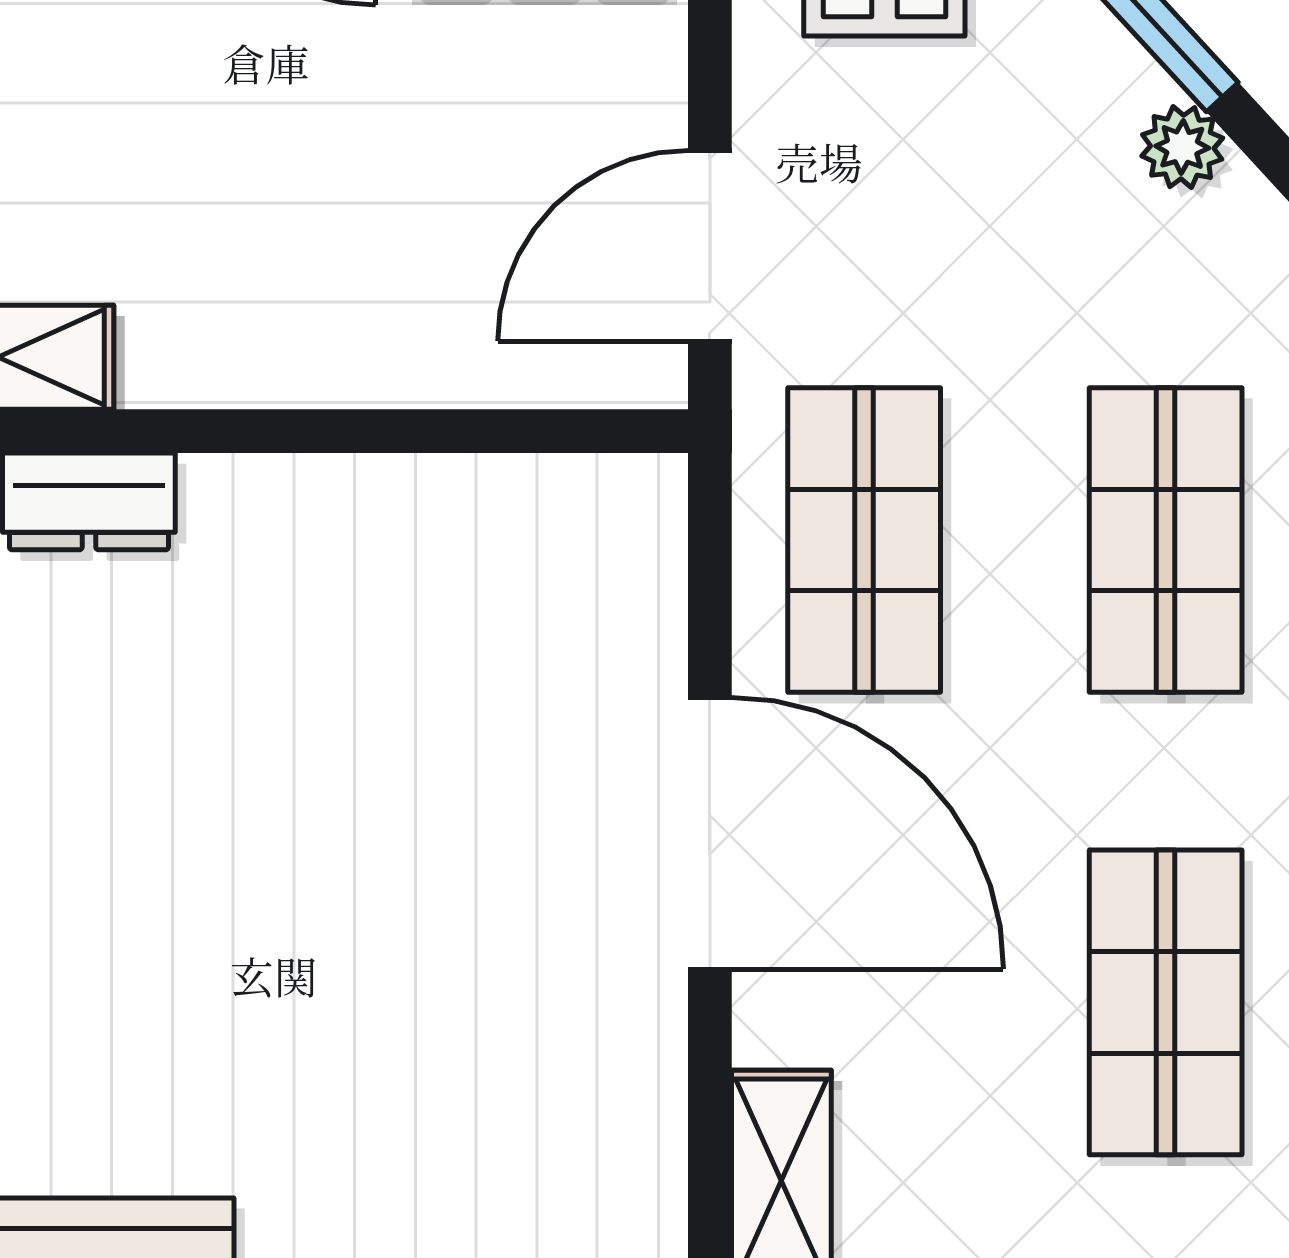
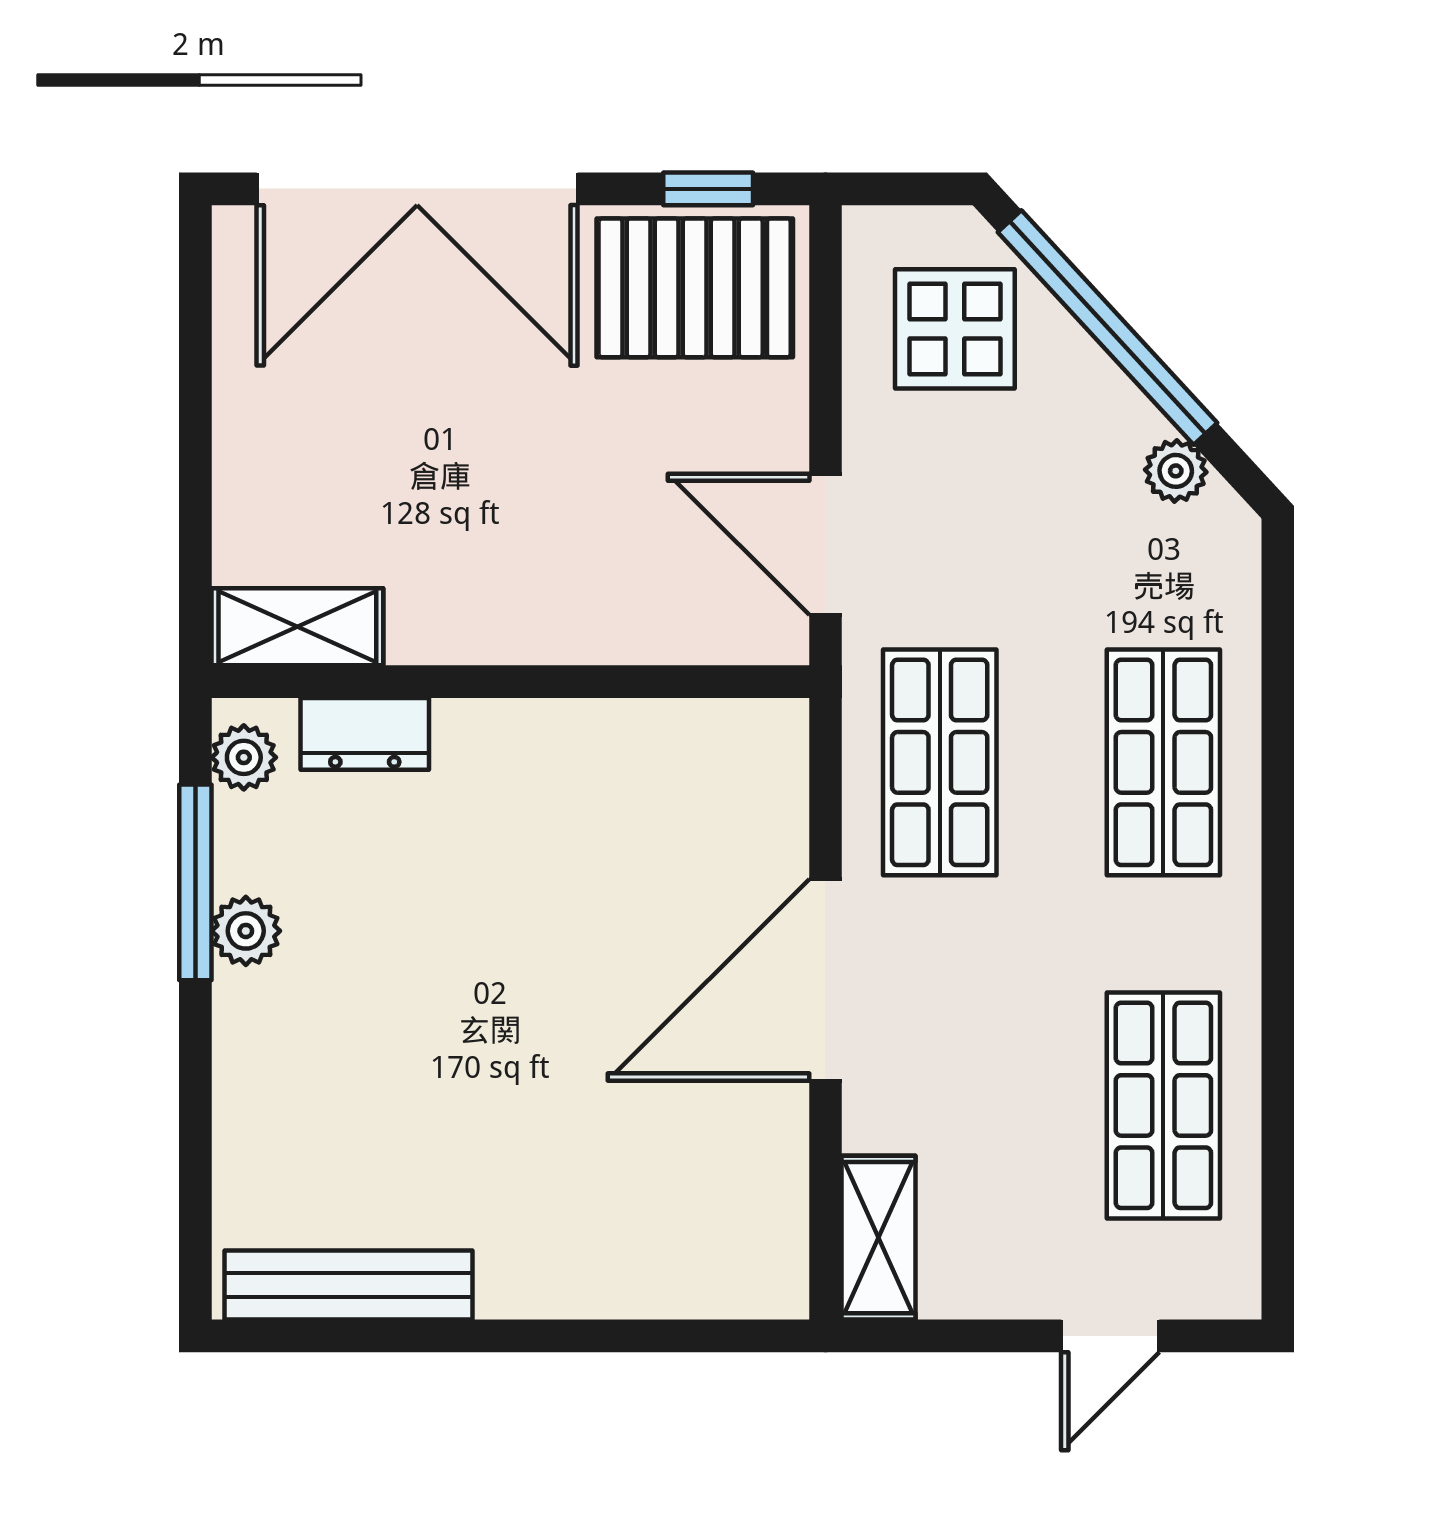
door: (710, 246) -> (825, 544), hinge flipped
door: (710, 833) -> (825, 980), swing flipped

